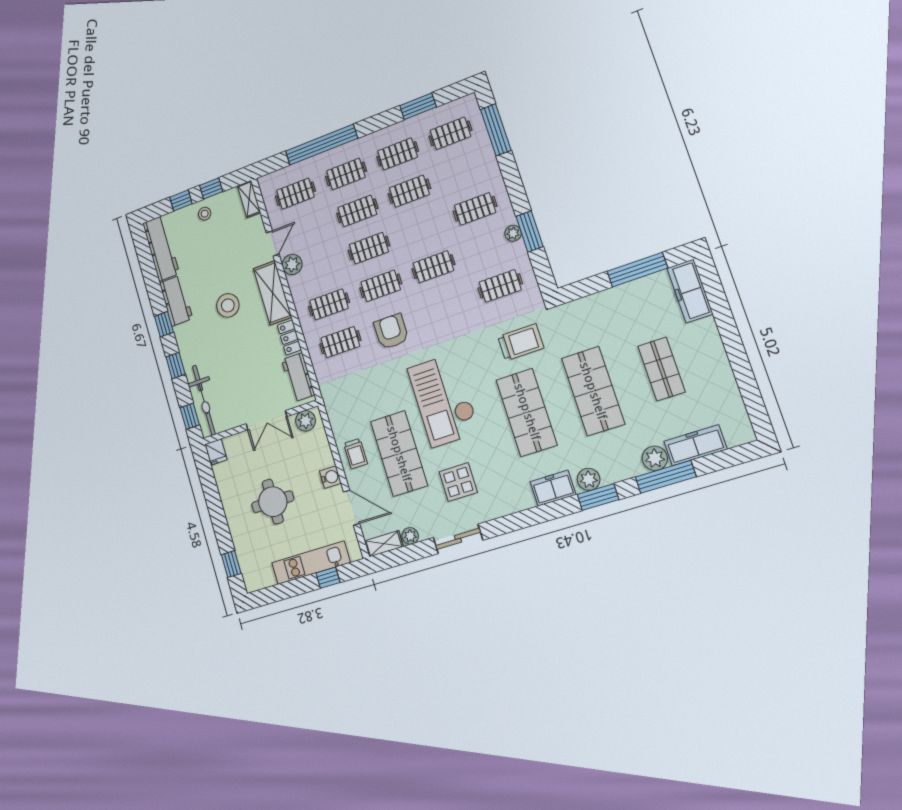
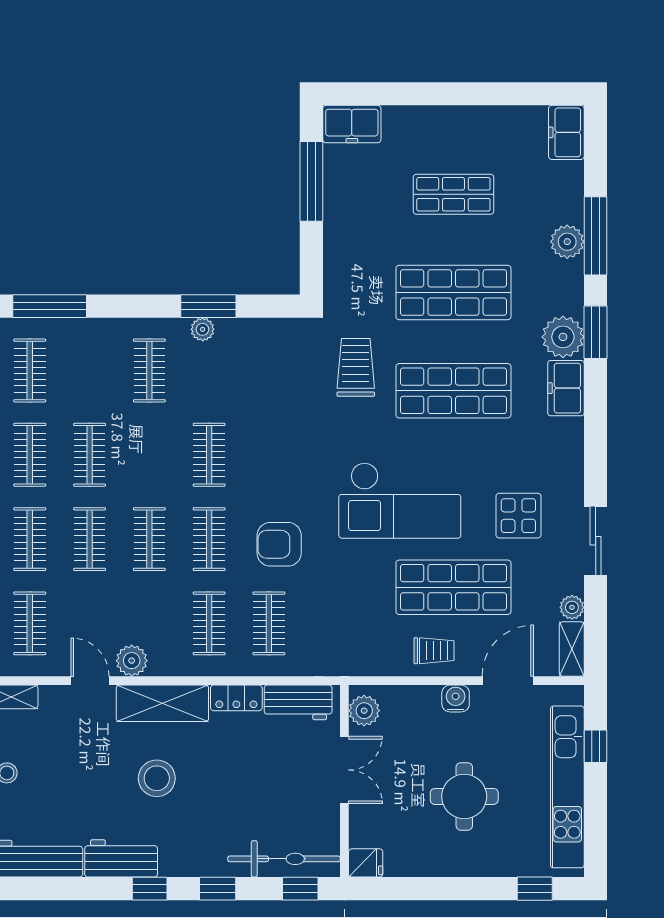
clothes rail: (500, 286) -> (269, 370), removed
freezer: (690, 291) -> (352, 124), width x0.71
freezer: (695, 445) -> (566, 132), moved, width x0.71
plant: (589, 479) -> (563, 337), width x1.36, depth x1.36
kitchen unit: (311, 563) -> (567, 787), width x1.36

